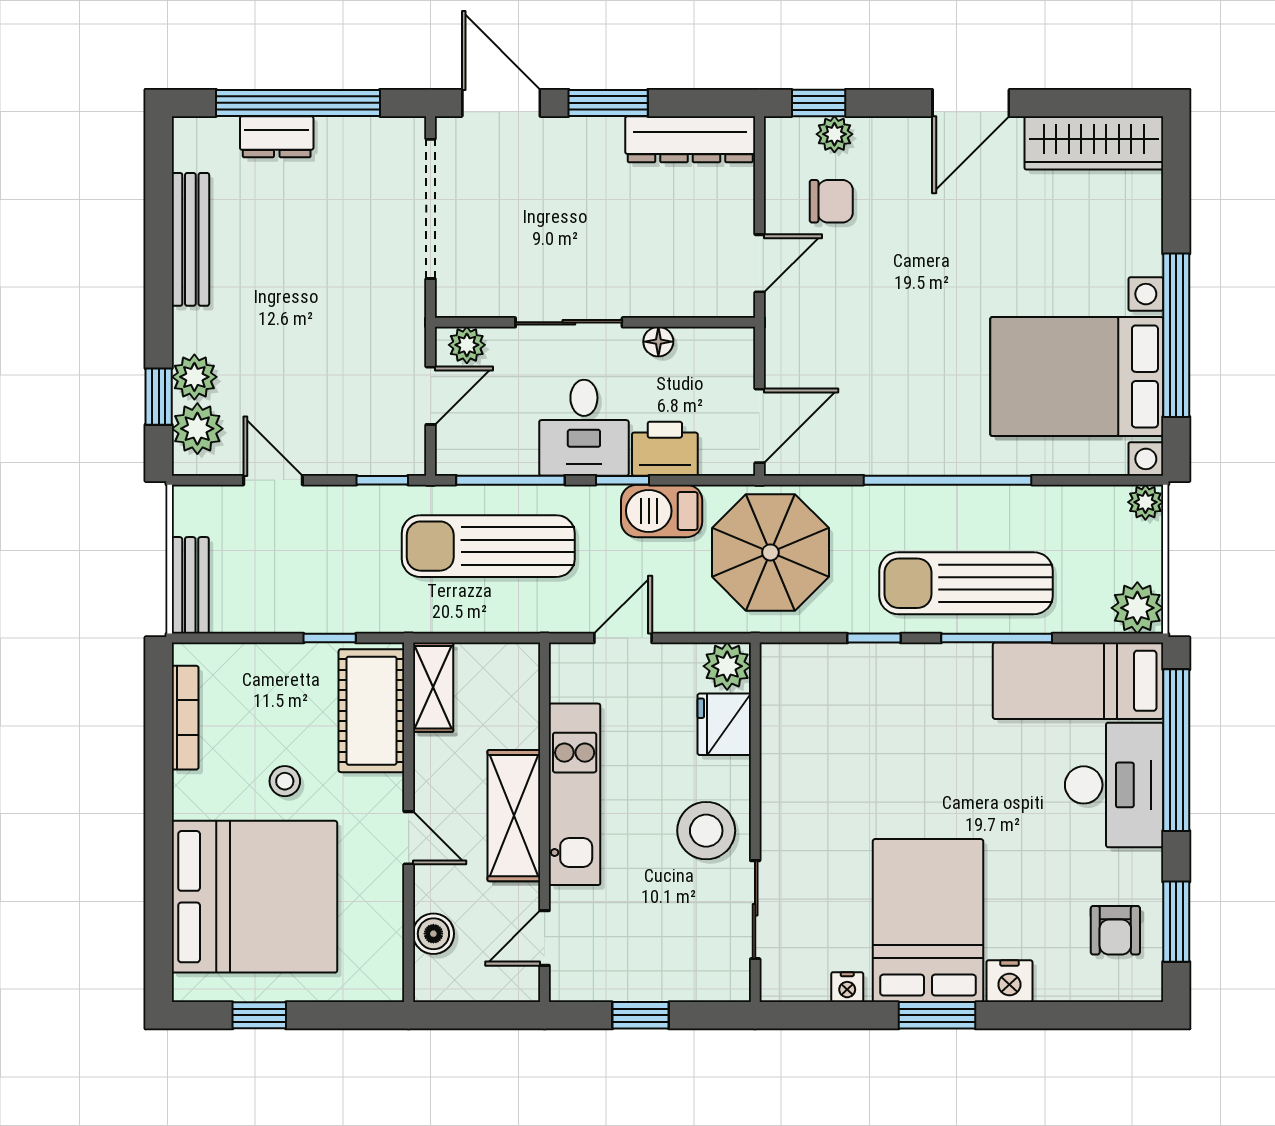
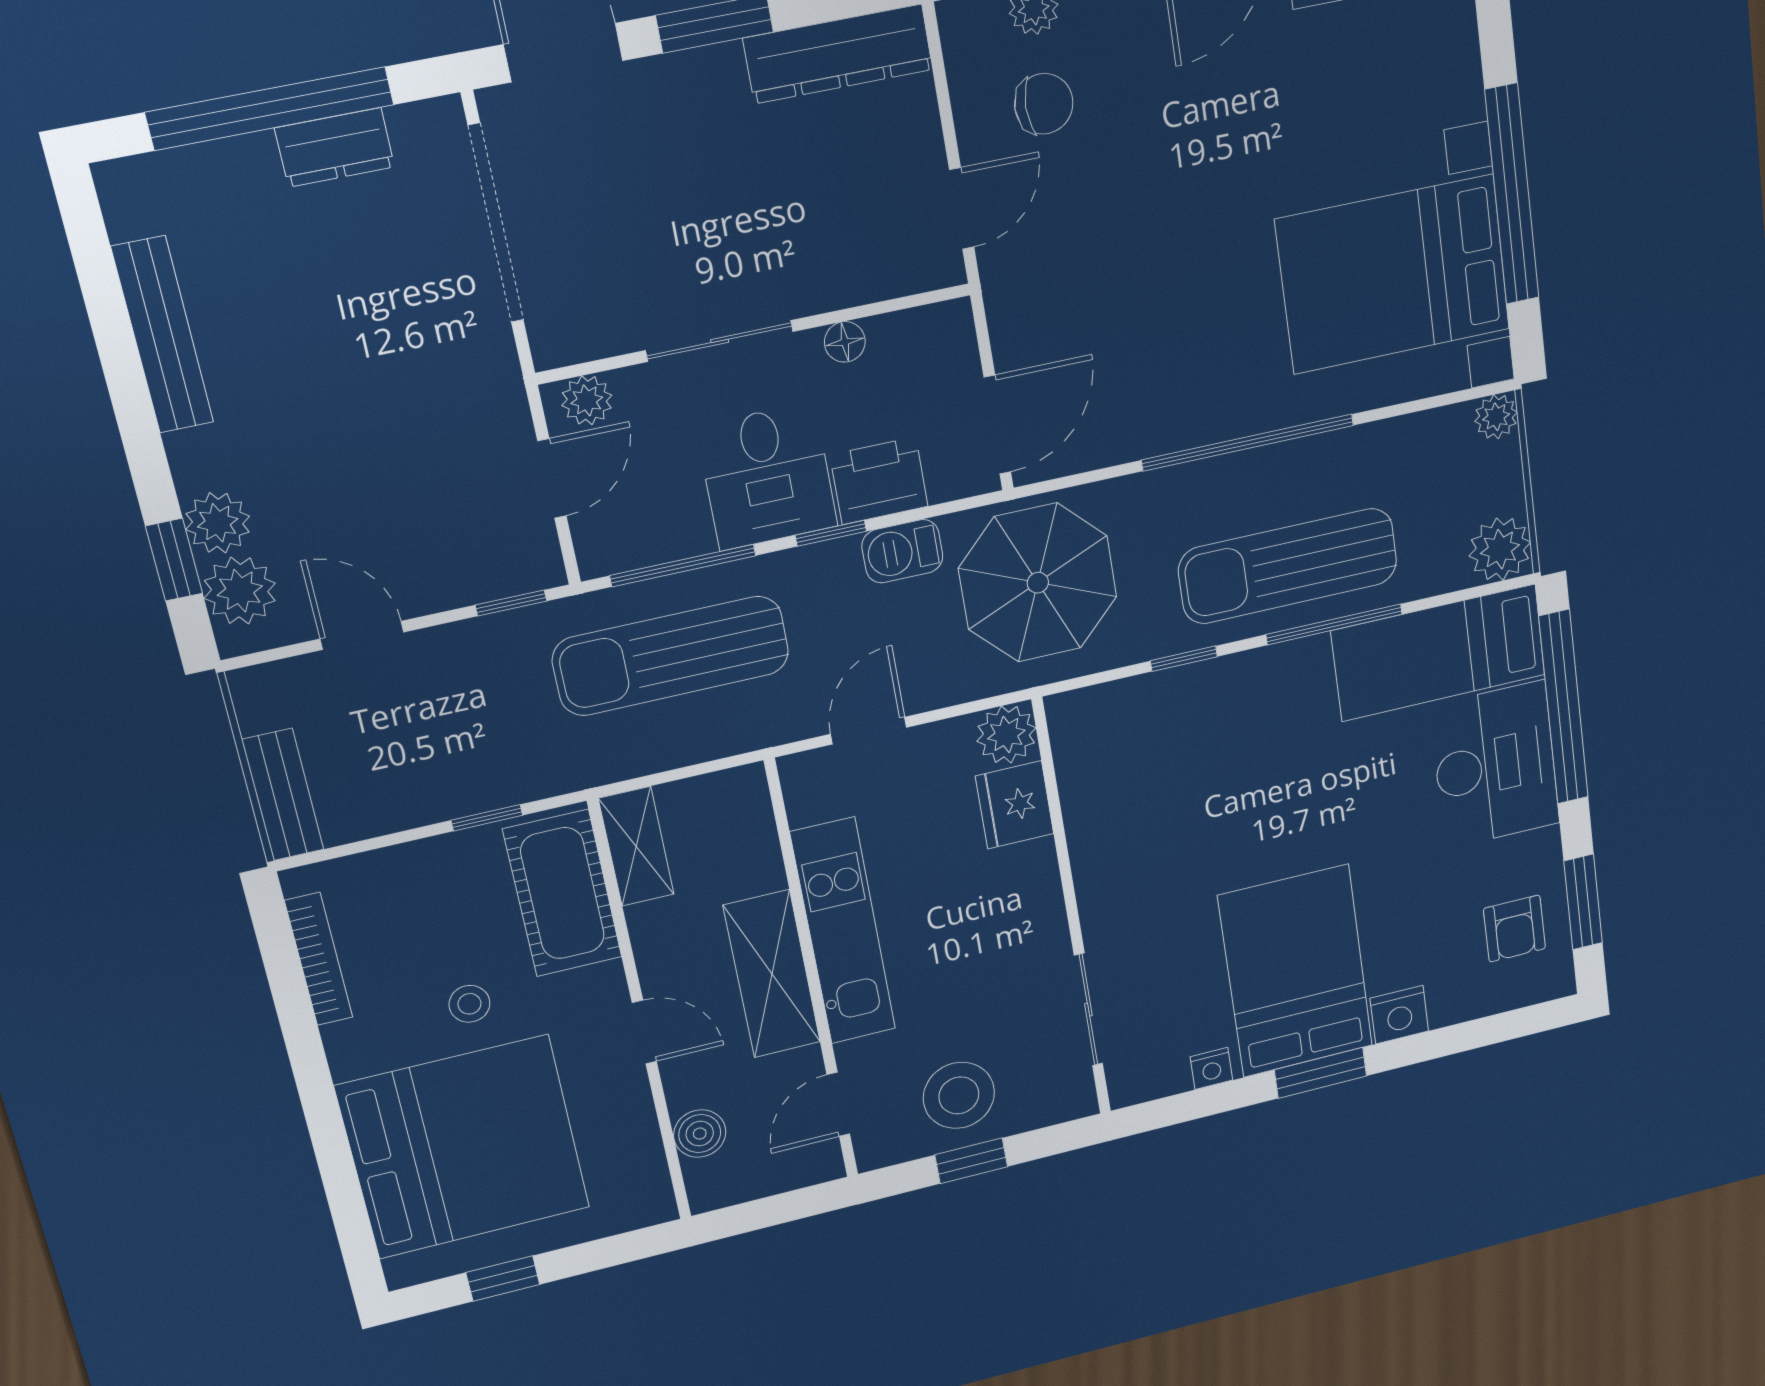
dresser: (277, 137) -> (335, 147), moved
barbecue: (662, 511) -> (902, 551), width x0.73, depth x0.79
stool: (706, 831) -> (959, 1095), moved

